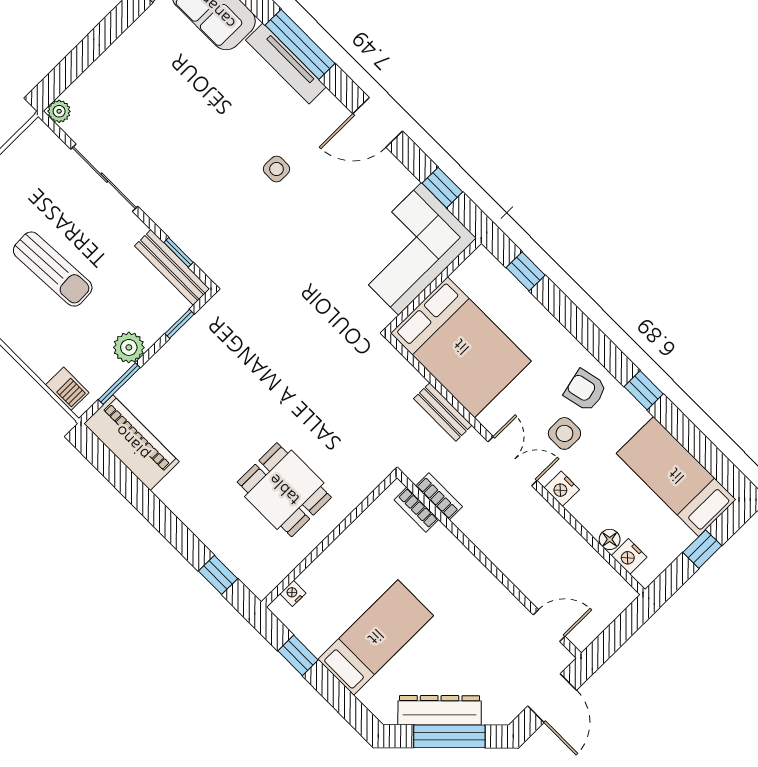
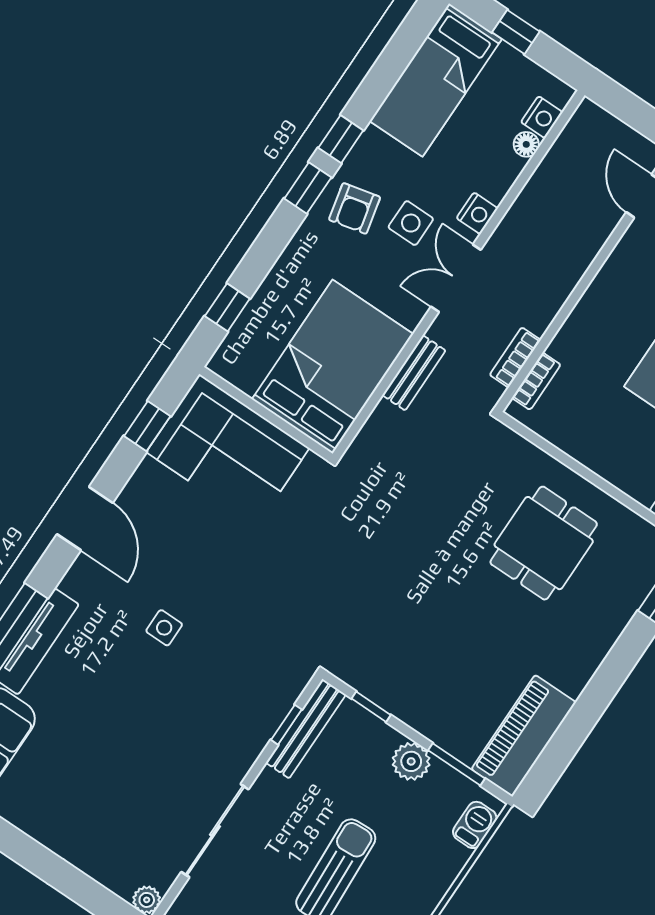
window: (609, 356) -> (308, 188), added

